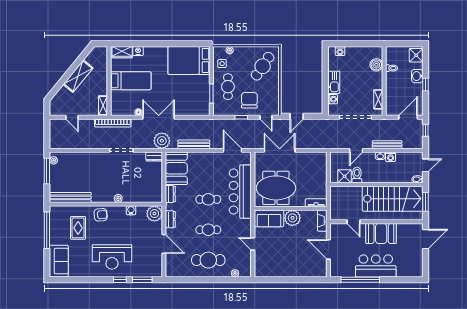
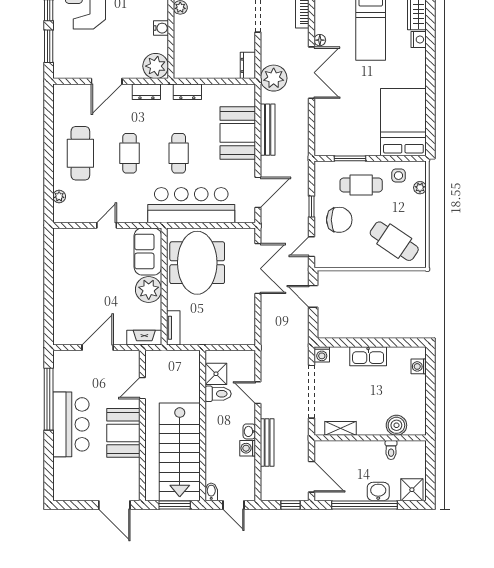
window: (426, 85) -> (364, 505), width x3.17
washing machine: (333, 99) -> (322, 354), moved
booth: (176, 168) -> (238, 133), moved, turned 90

